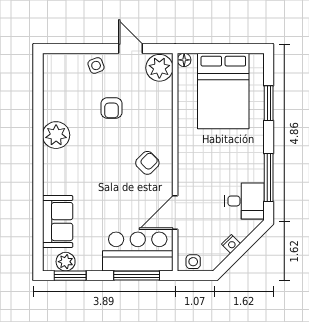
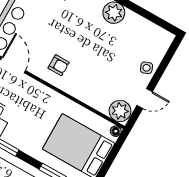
armchair: (111, 108) -> (111, 62), removed
armchair: (147, 163) -> (59, 65), turned -45

